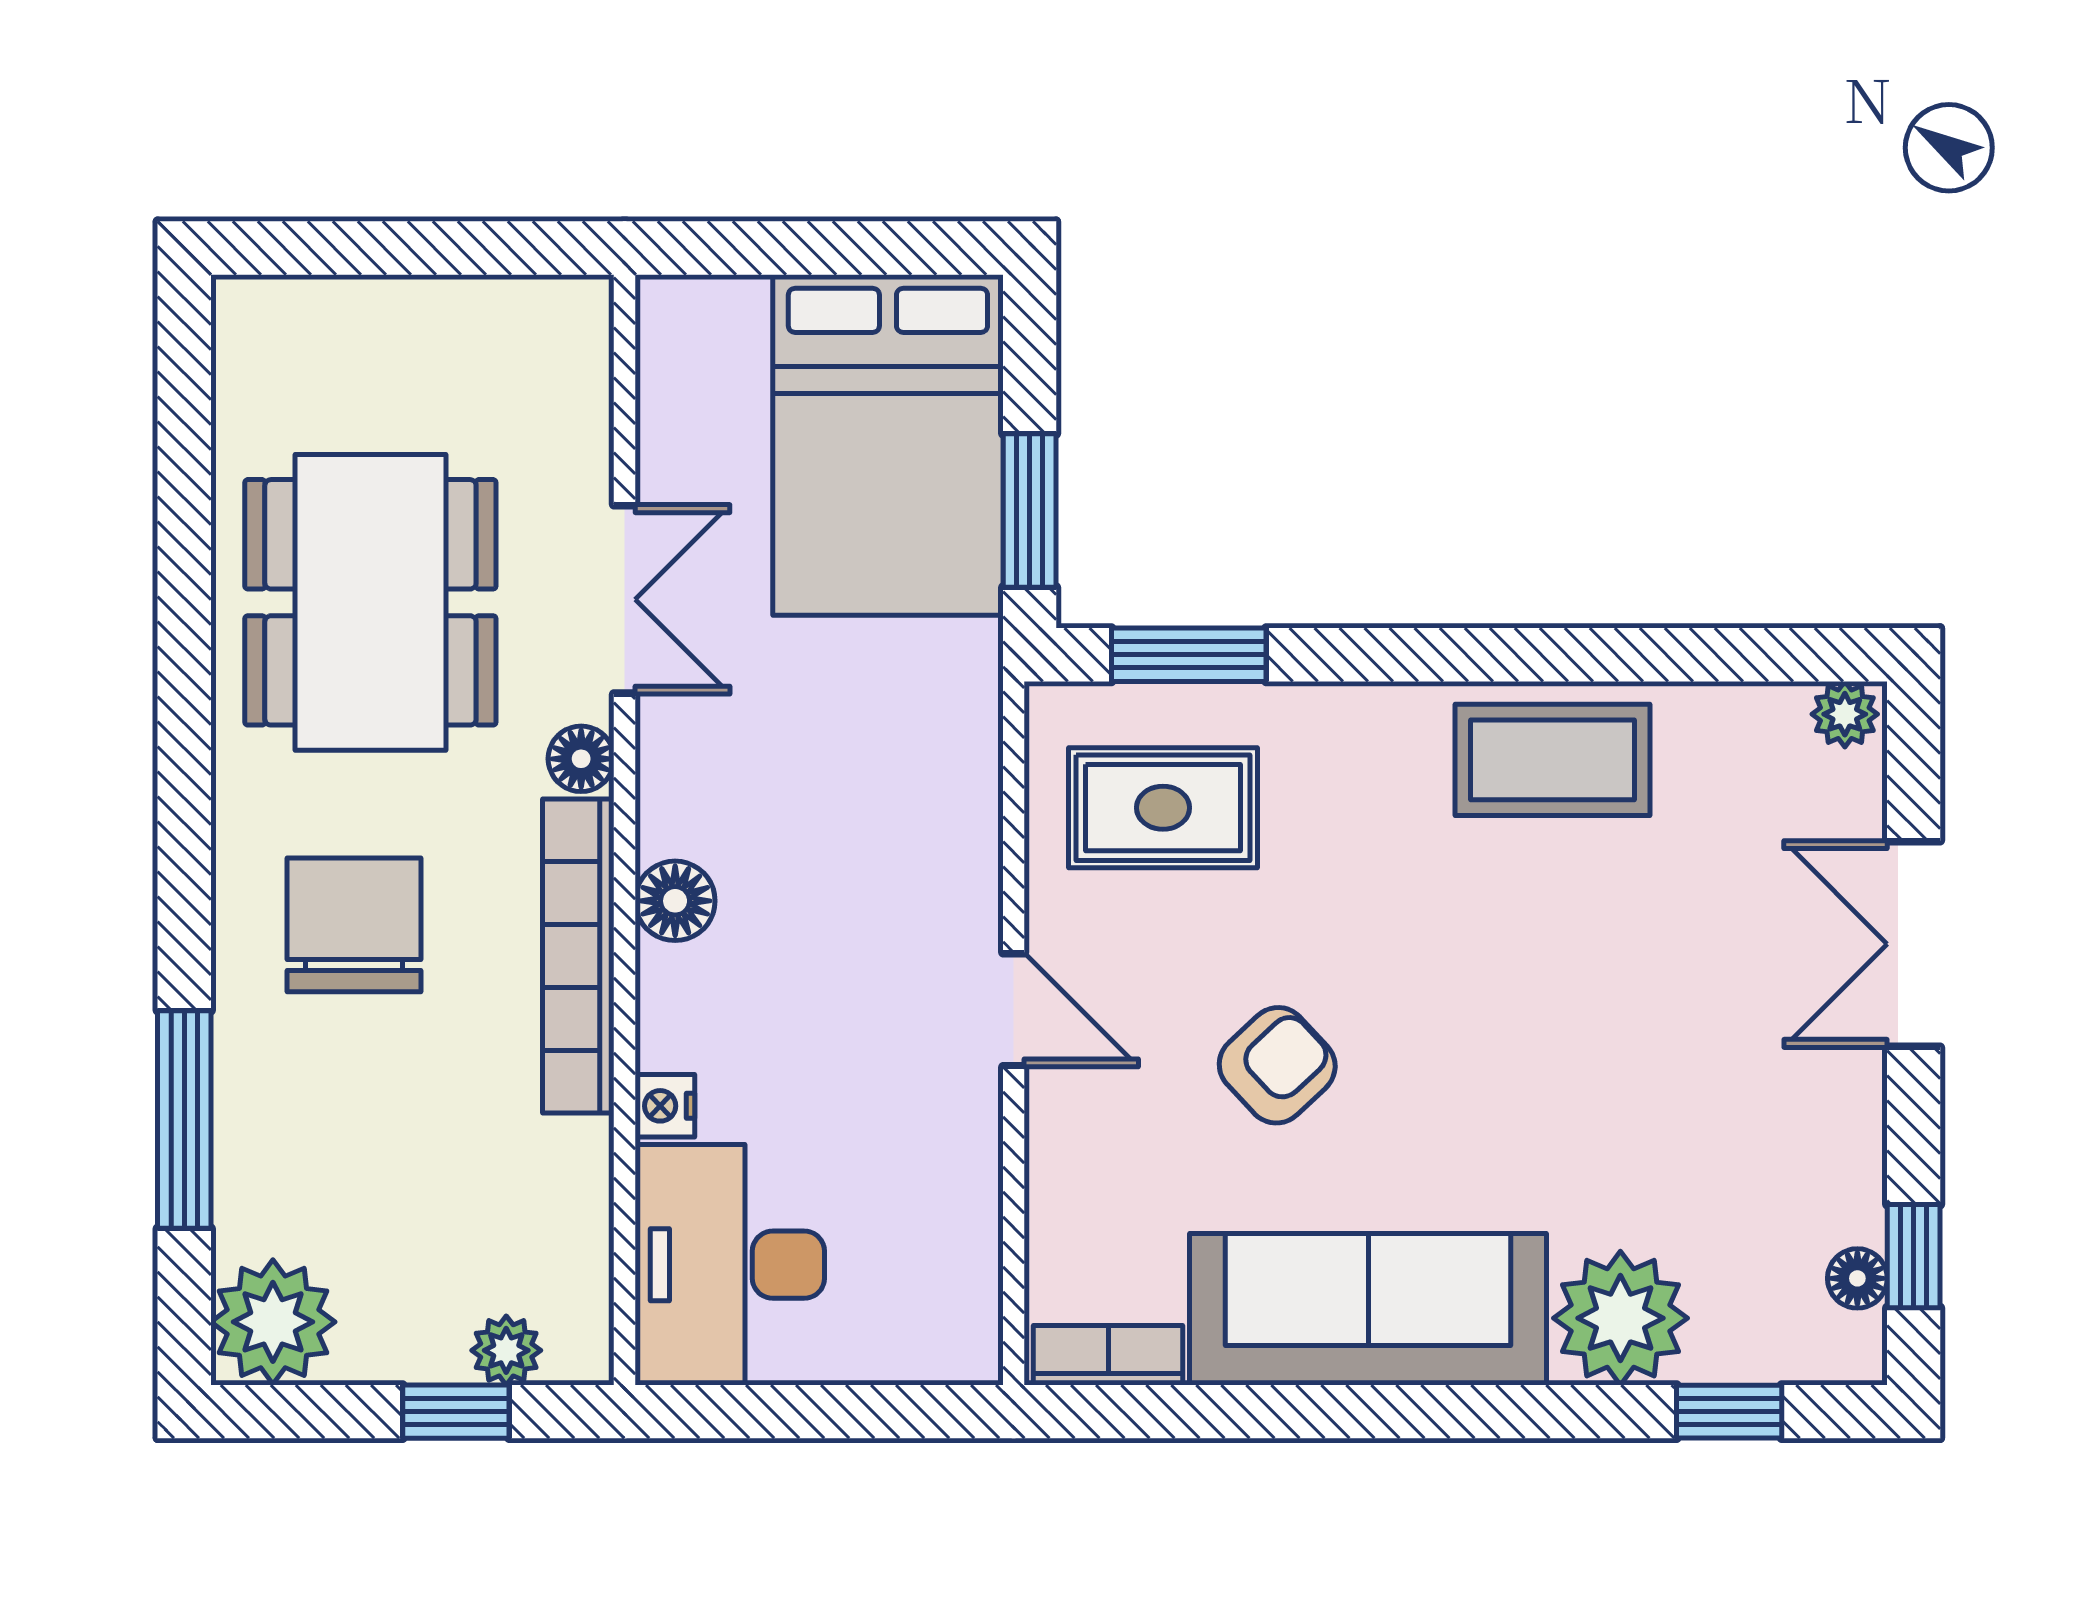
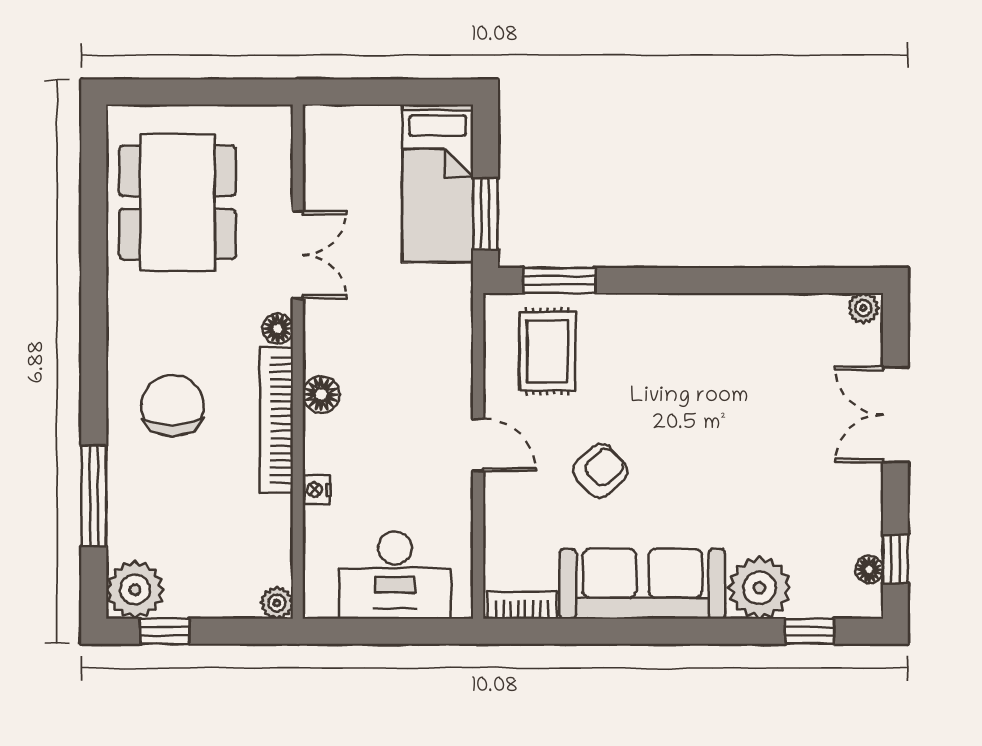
bed: (888, 445) -> (438, 183), width x0.67
dining table: (370, 602) -> (177, 202), moved
coffee table: (1552, 760) -> (728, 329), removed
rug: (1163, 808) -> (547, 351), turned 90
desk: (730, 1265) -> (395, 575), moved, turned -90
plant: (506, 1350) -> (277, 603), moved
window: (456, 1412) -> (165, 631), moved

